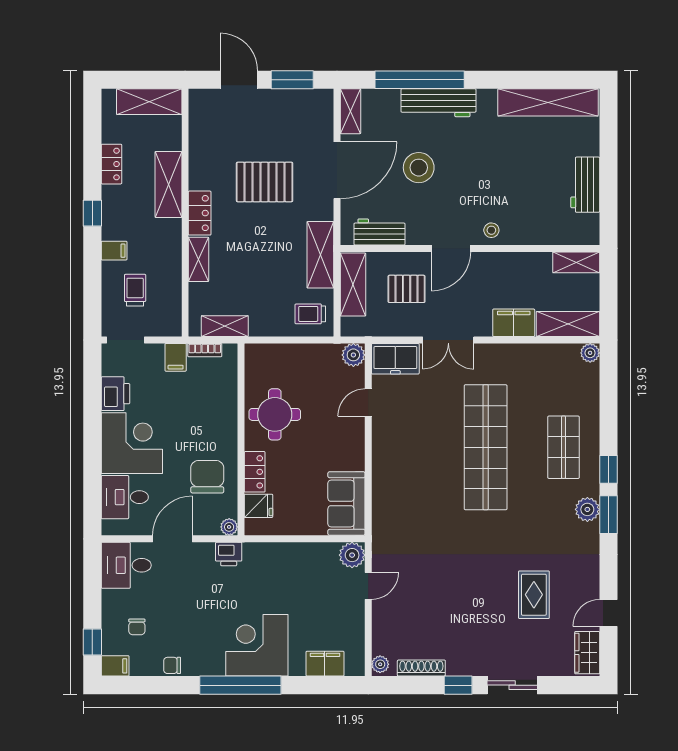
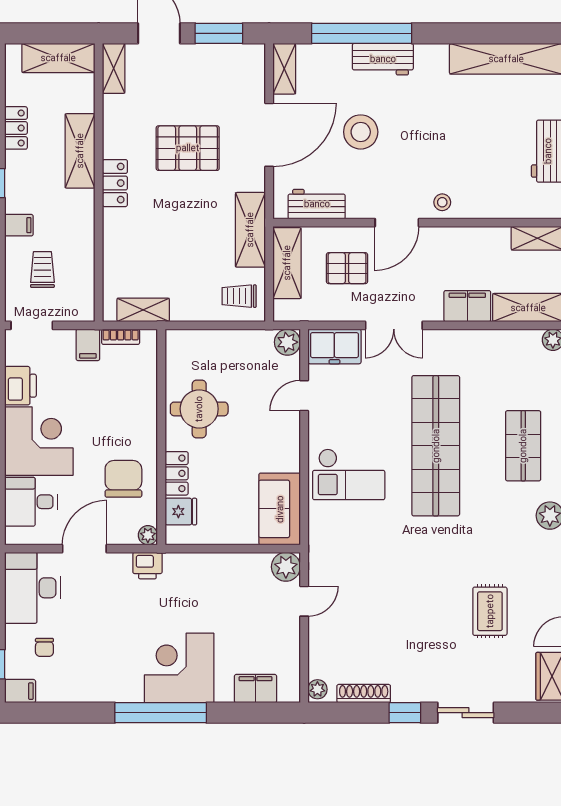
workbench: (438, 103) -> (383, 59), width x0.73
shelving: (198, 259) -> (114, 68), moved
checkout: (408, 473) -> (349, 474), added
desk: (126, 565) -> (33, 588), width x1.37
chair: (172, 665) -> (84, 691), removed

